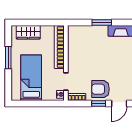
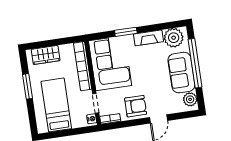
corner sofa: (84, 48) -> (110, 63), added
armchair: (101, 89) -> (136, 106), turned 180
window: (99, 103) -> (136, 122), removed

